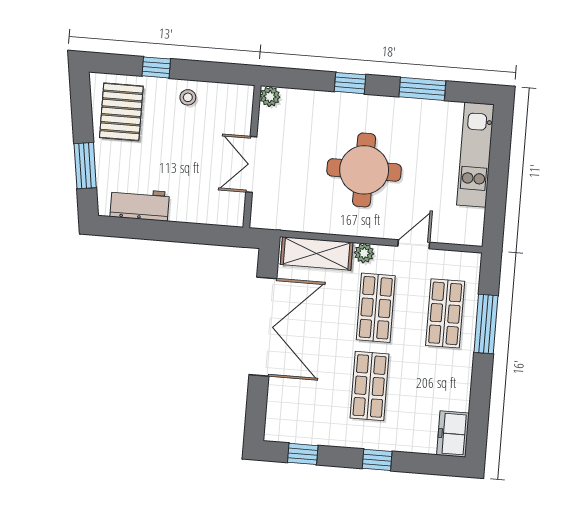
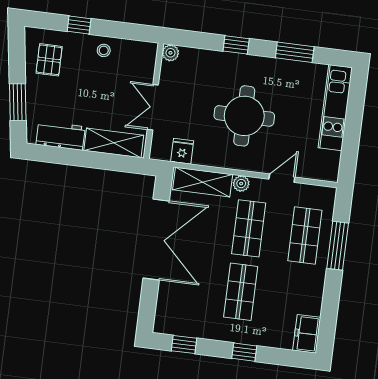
pallet: (121, 112) -> (49, 60), width x0.67, depth x0.71
shelving: (205, 210) -> (114, 143), added
fridge: (290, 217) -> (182, 151), added

